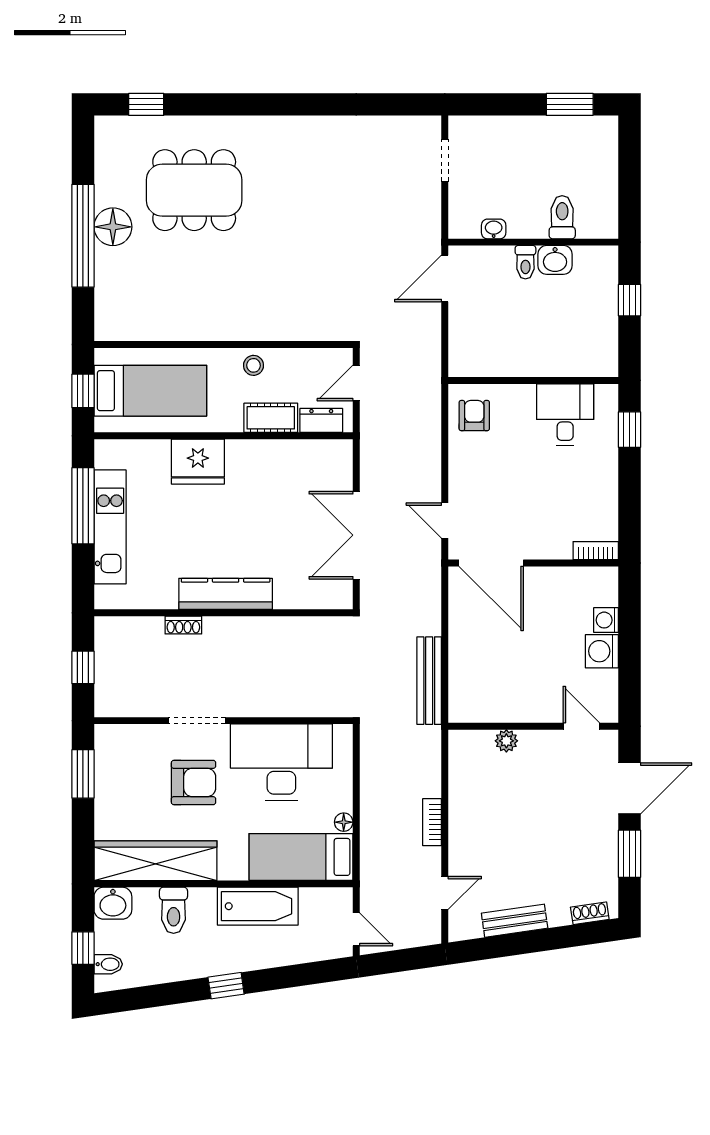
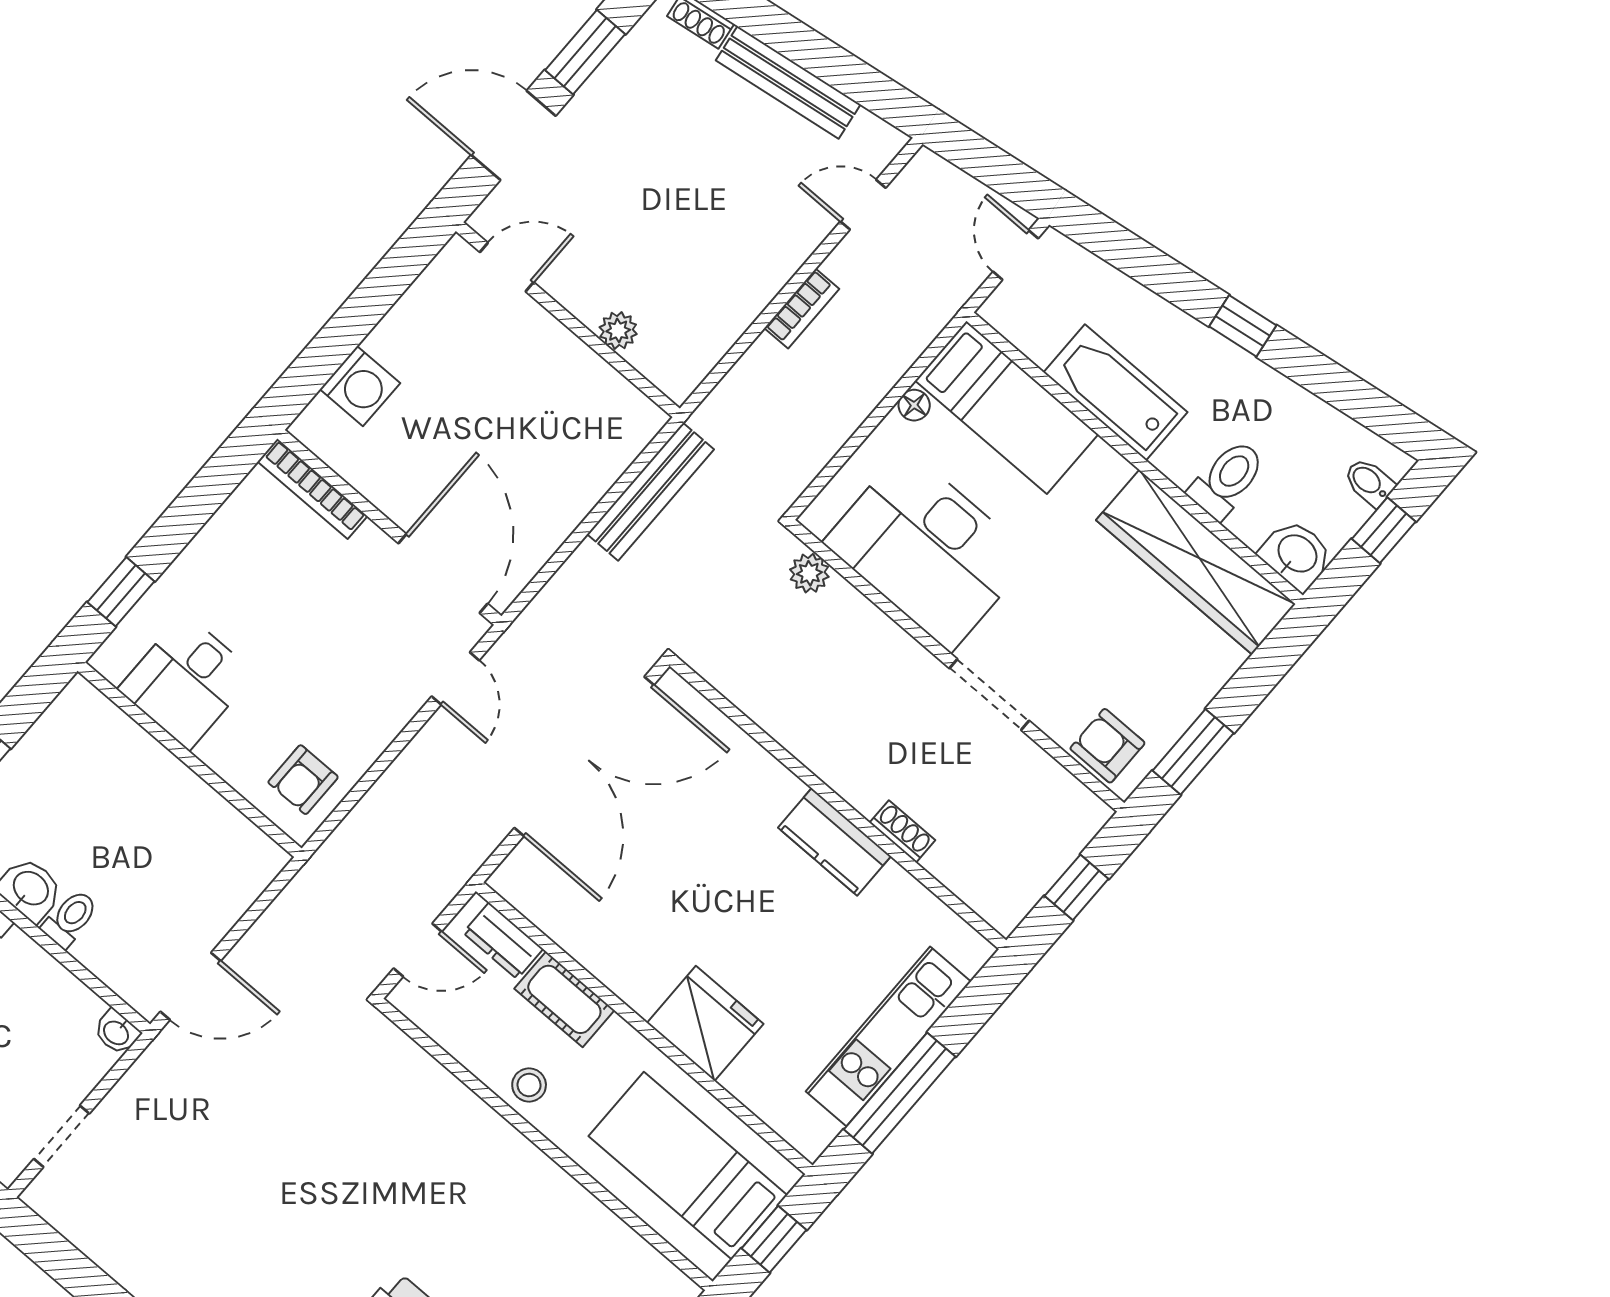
washbasin: (494, 229) -> (117, 1032), moved
double door: (356, 535) -> (584, 756), width x1.36
bookcase: (596, 551) -> (313, 489), width x1.56
kitchen counter: (226, 594) -> (834, 842), width x0.67
washing machine: (606, 620) -> (360, 386), width x1.38, depth x1.38
washing machine: (602, 651) -> (399, 340), removed
plant: (326, 706) -> (809, 573), added
door: (581, 726) -> (507, 267), swing flipped
armchair: (193, 782) -> (1107, 746), moved, width x0.72, depth x0.72
bench: (515, 921) -> (788, 82), width x1.36

